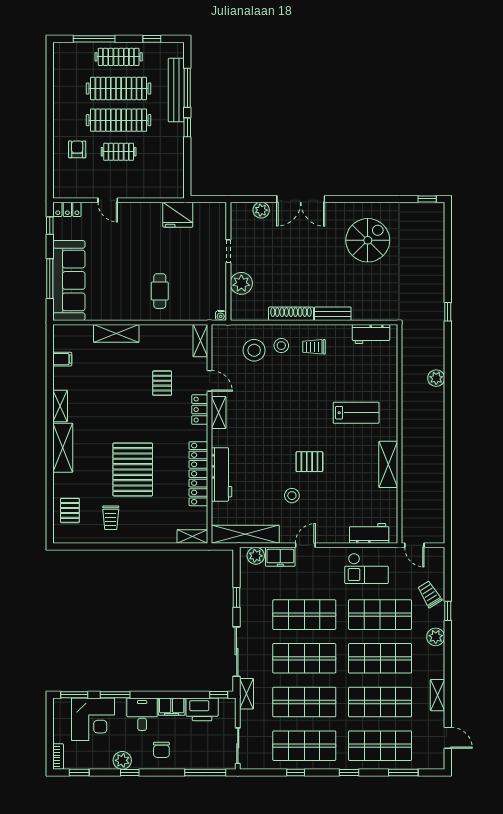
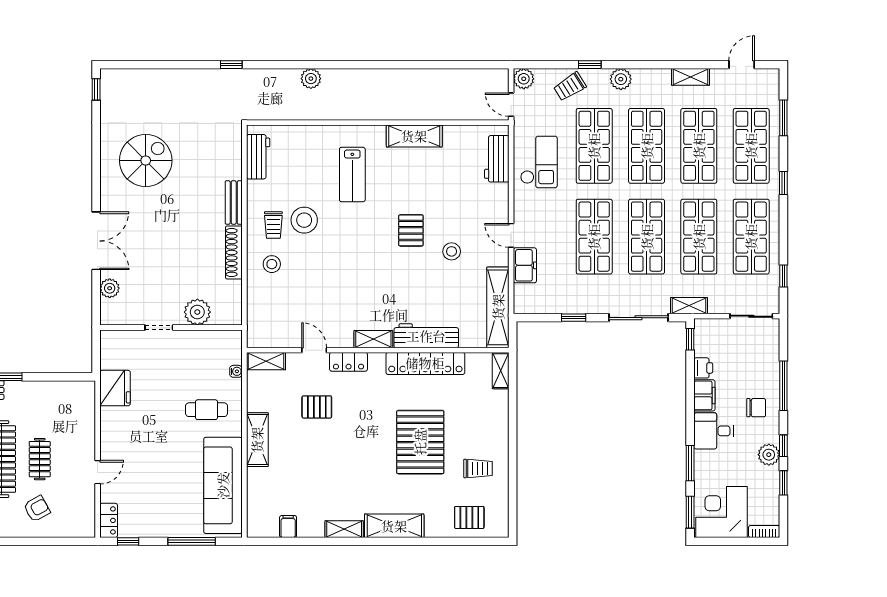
armchair: (77, 149) -> (37, 509), turned 151
spiral stairs: (368, 240) -> (146, 161), turned 90
sofa: (69, 280) -> (223, 485), moved, turned -90
water cooler: (221, 316) -> (236, 371), moved
shelving: (116, 333) -> (257, 440), moved
stool: (254, 350) -> (304, 220), moved
door: (210, 381) -> (314, 350), hinge flipped
shelving: (219, 413) -> (373, 339), moved
lab bench: (356, 413) -> (352, 175), turned 180
pallet: (133, 469) -> (420, 442), turned 90
door: (414, 545) -> (511, 105), swing flipped
plant: (256, 556) -> (524, 79), moved
printer: (202, 709) -> (703, 368), width x0.53, depth x0.68
corner desk: (93, 719) -> (721, 512), moved, turned -90
window: (79, 773) -> (783, 483), moved
window: (205, 773) -> (783, 386), moved
window: (296, 773) -> (783, 276), moved

